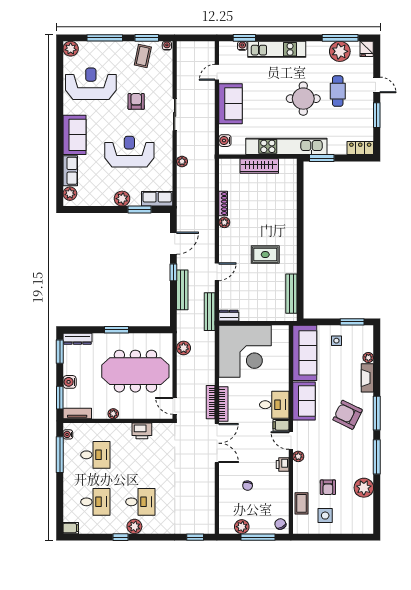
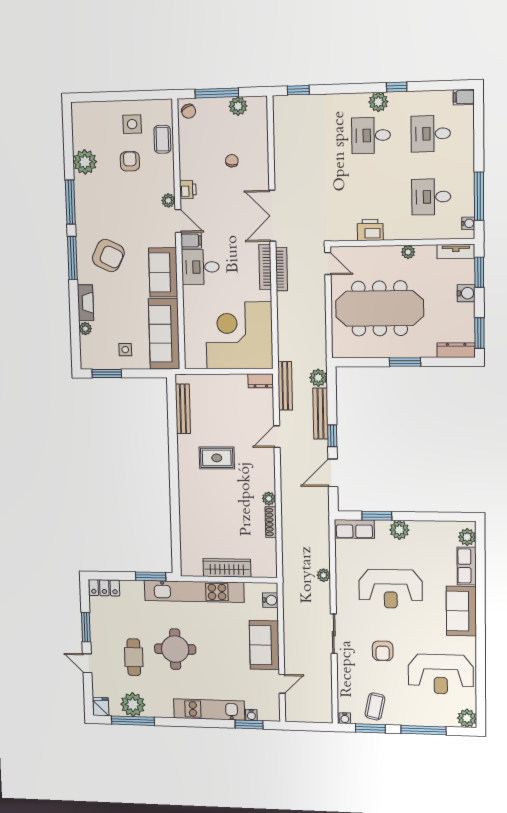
plant: (184, 348) -> (318, 378), moved

